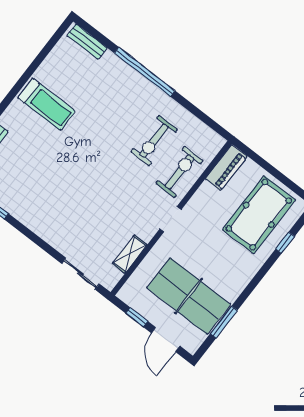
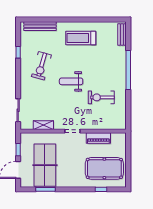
treadmill: (47, 104) -> (81, 38), turned 90
weight bench: (98, 166) -> (71, 81), added
piano: (226, 168) -> (98, 138), moved
exercise bike: (179, 172) -> (41, 66), moved, turned 106

